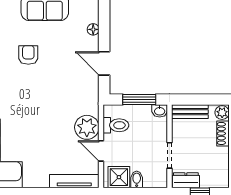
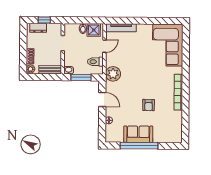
plant: (87, 127) -> (113, 74), moved
door: (101, 151) -> (105, 46), hinge flipped
dresser: (186, 180) -> (38, 28), moved

